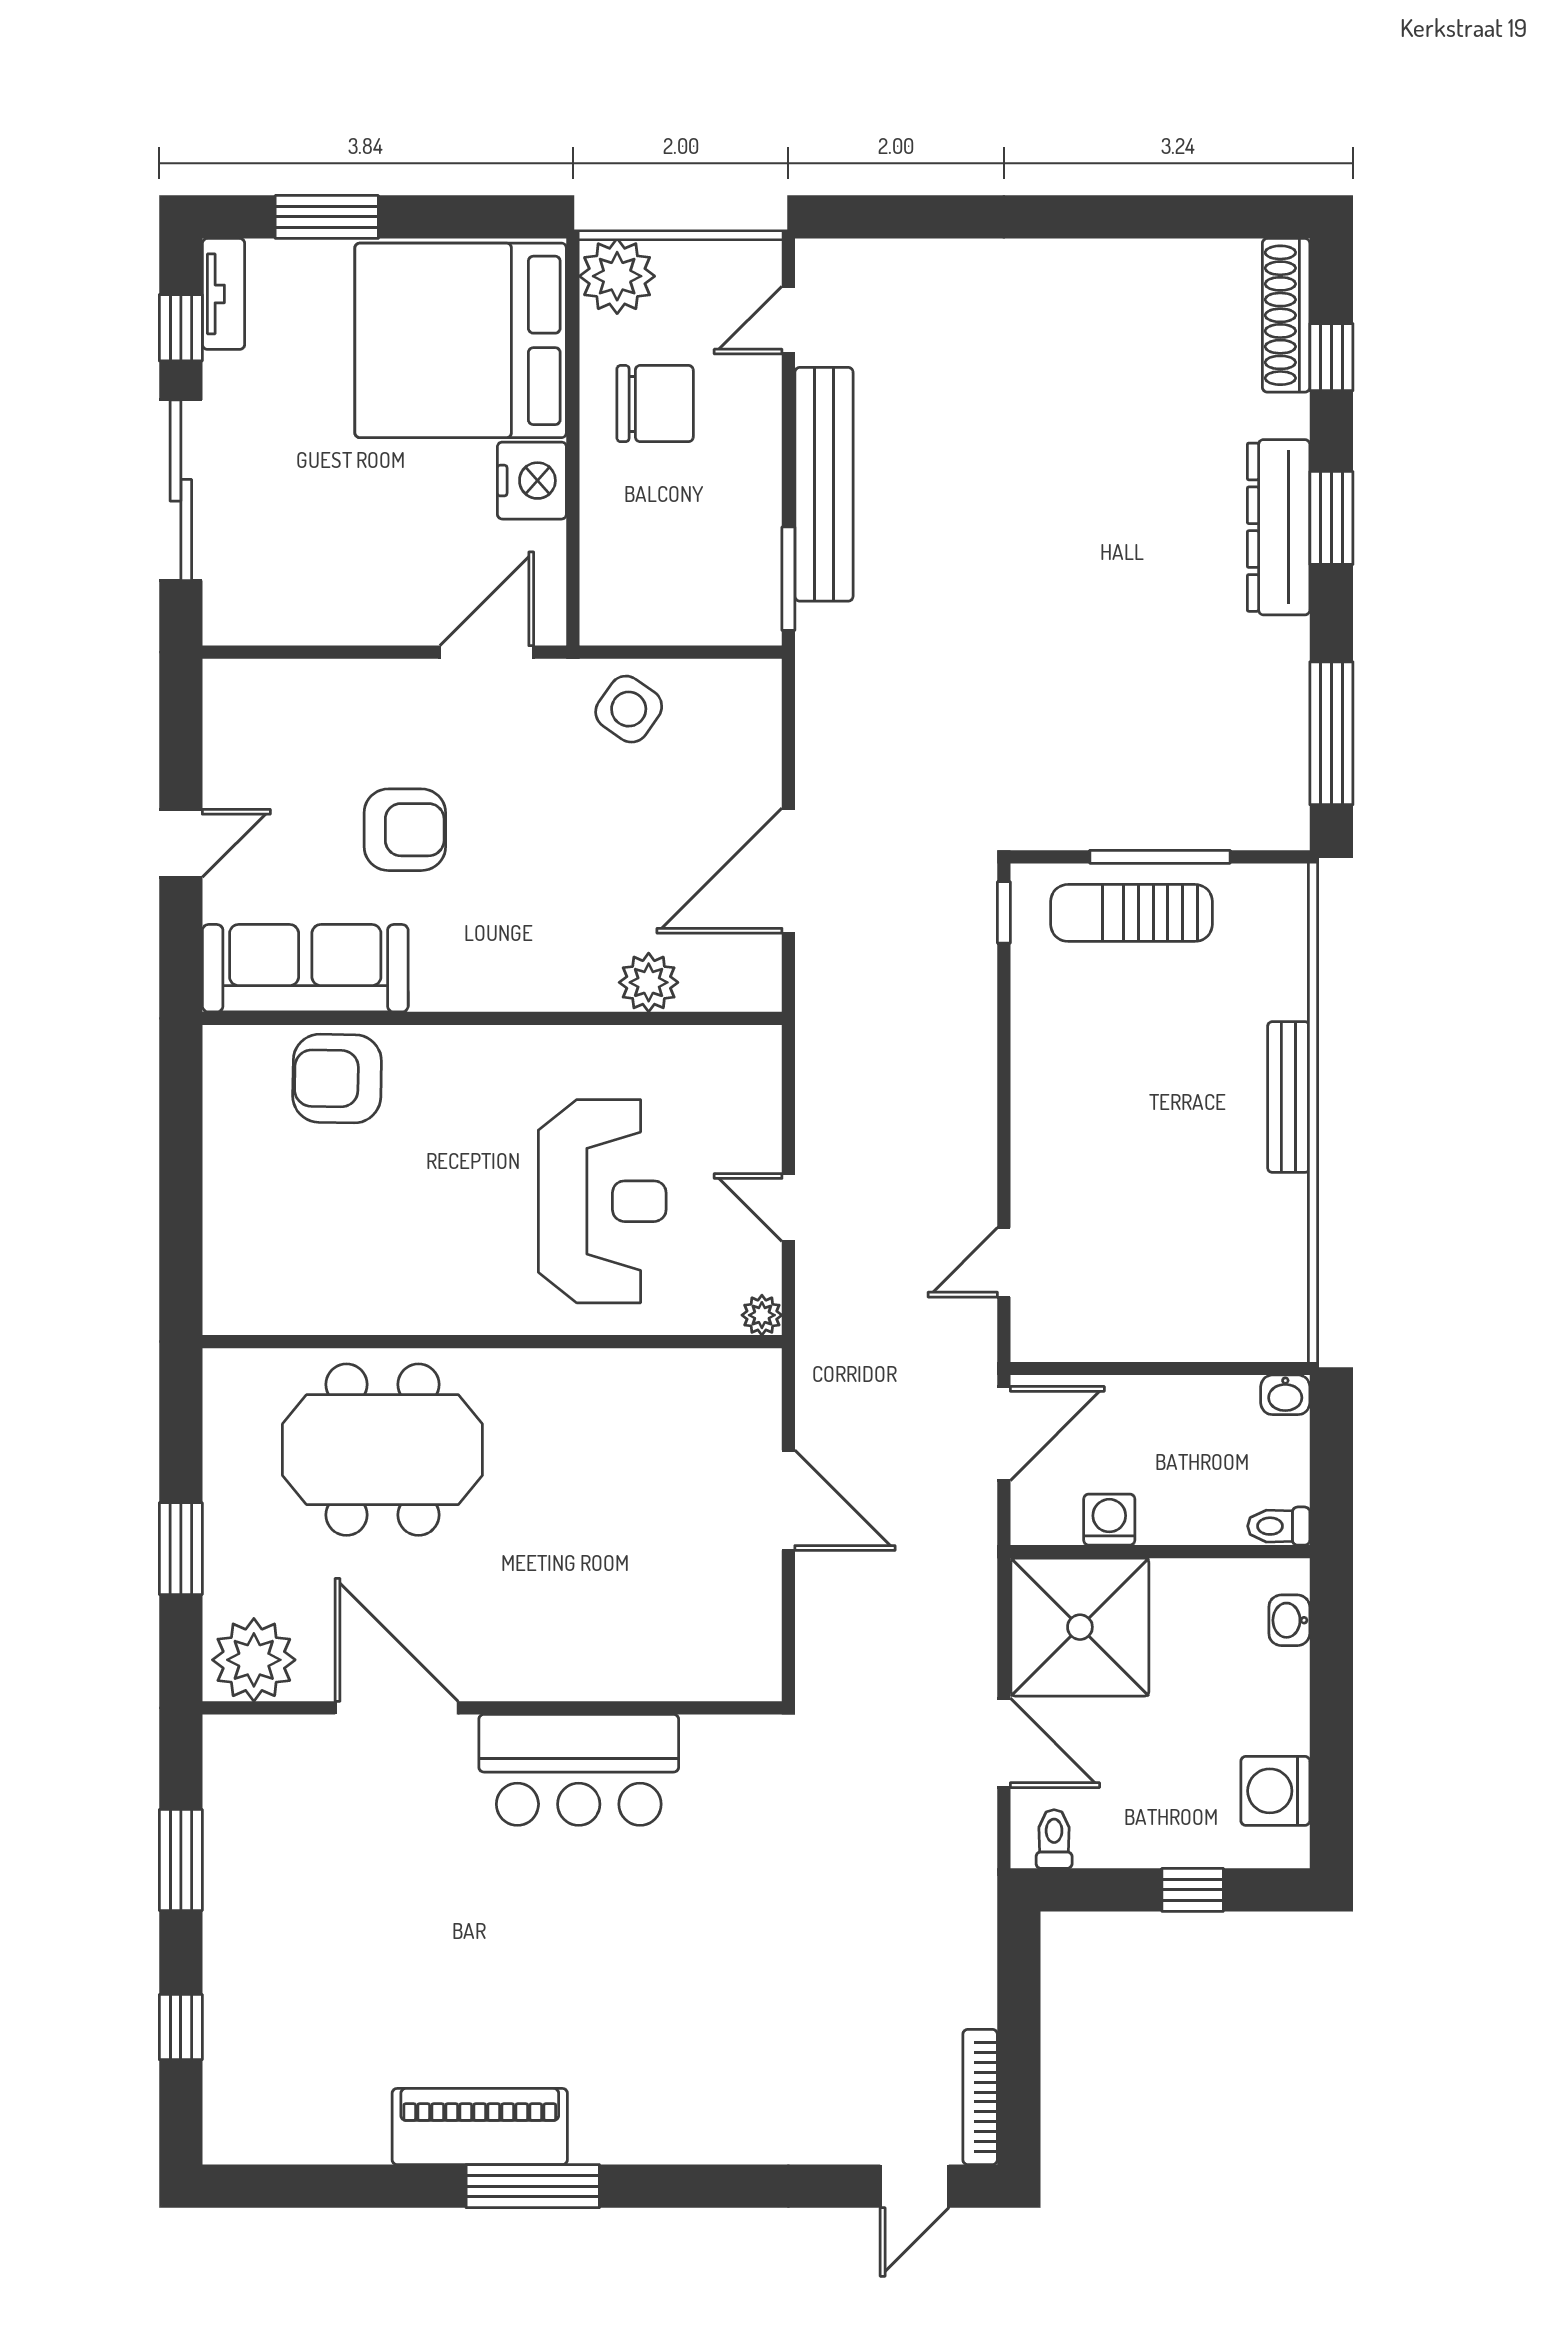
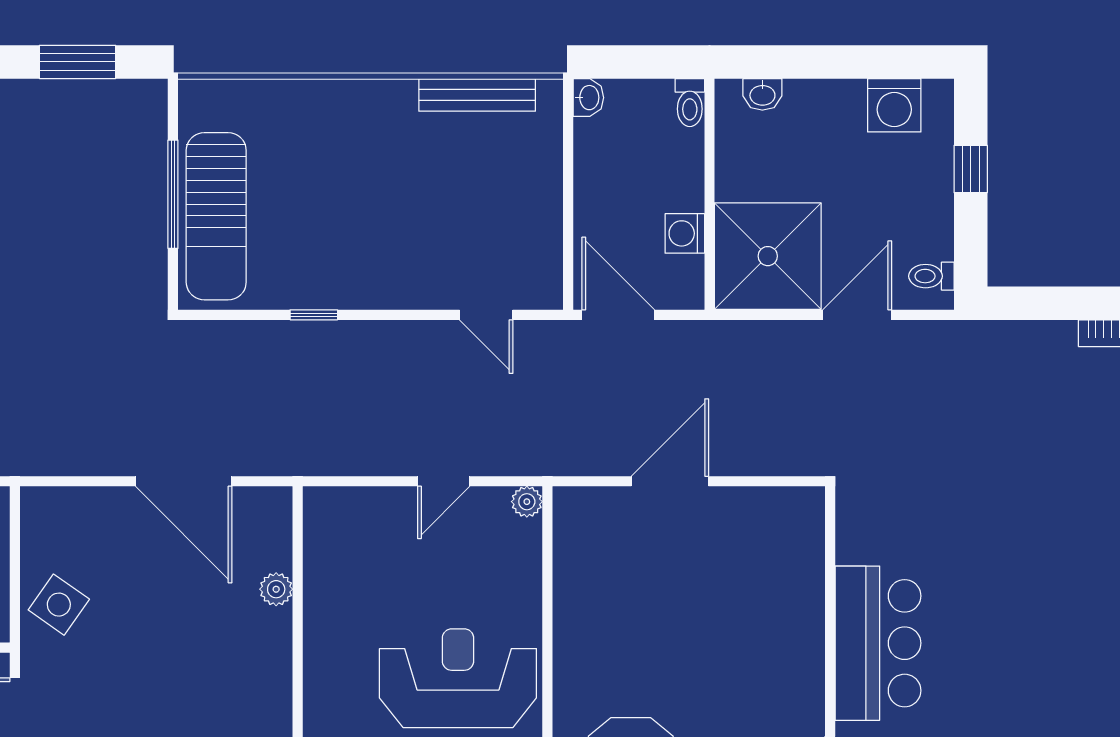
window: (1331, 733) -> (78, 62), width x0.69
window: (1004, 912) -> (314, 315), moved
sun lounger: (1131, 913) -> (216, 216), width x1.36, depth x1.34
plant: (649, 982) -> (276, 589), width x0.73, depth x0.73
bench: (1289, 1097) -> (477, 95), moved
reception desk: (602, 1201) -> (458, 678), moved

